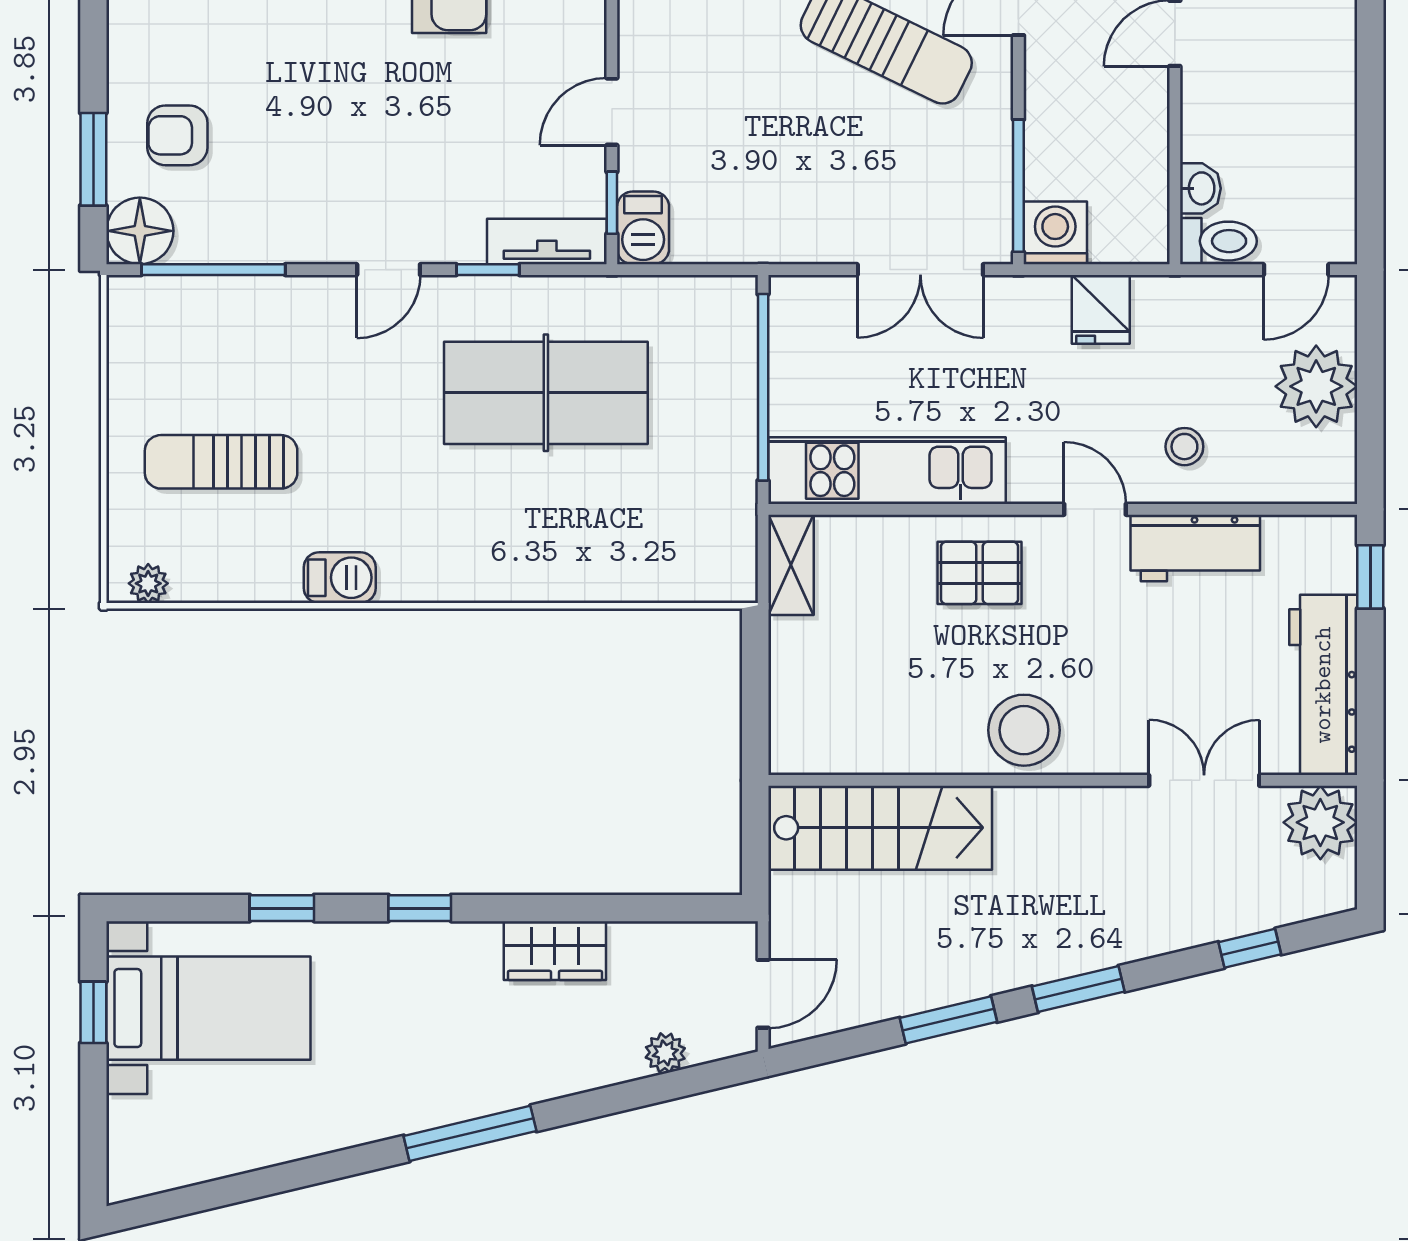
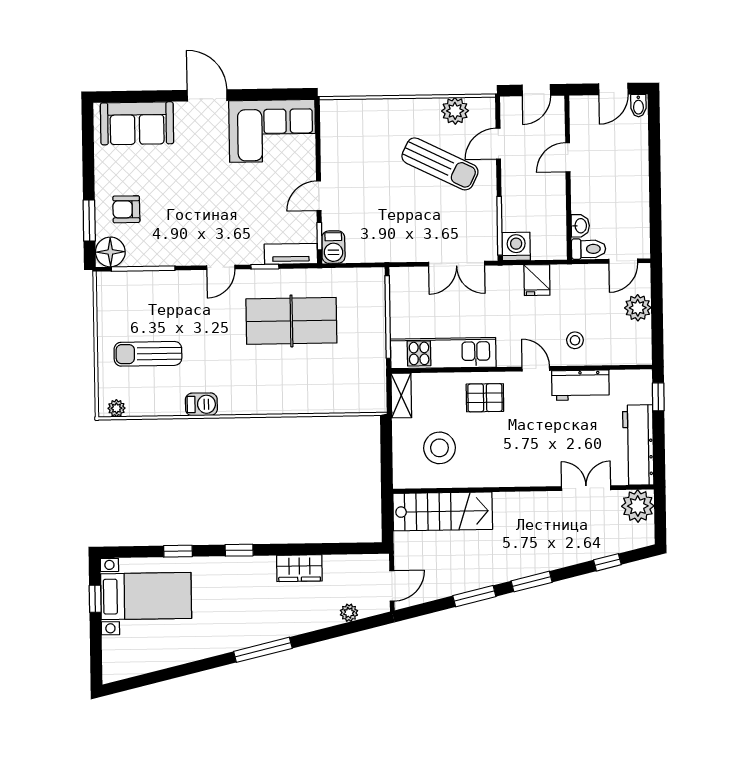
plant: (1316, 386) -> (638, 308), width x0.73, depth x0.73
stool: (1024, 730) -> (439, 448), moved

